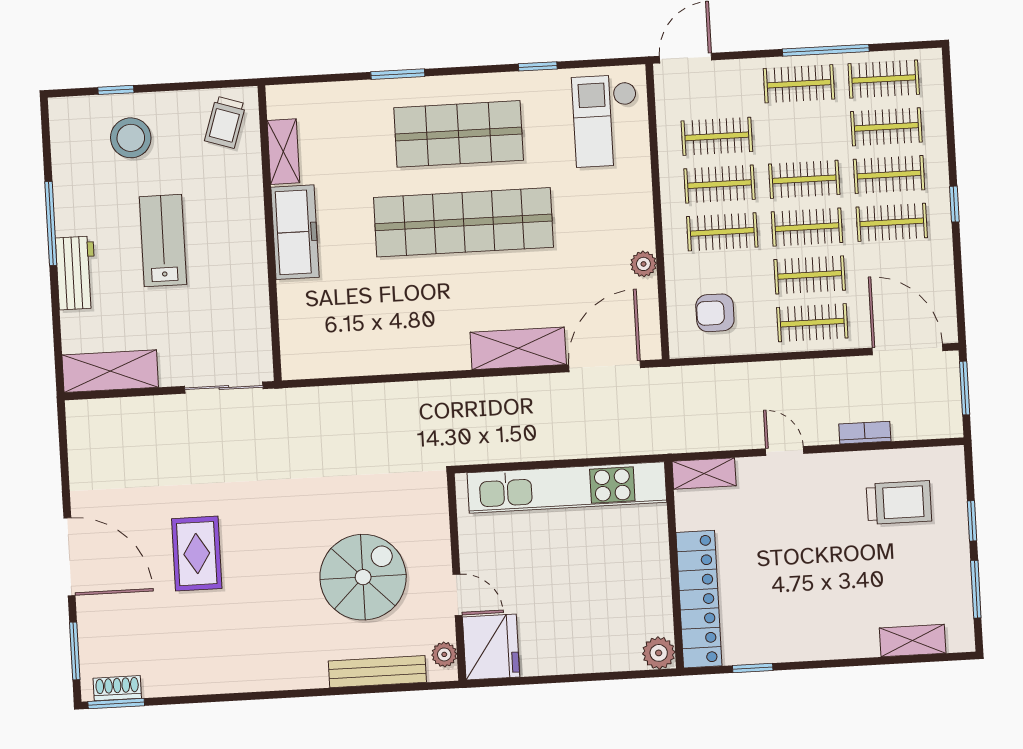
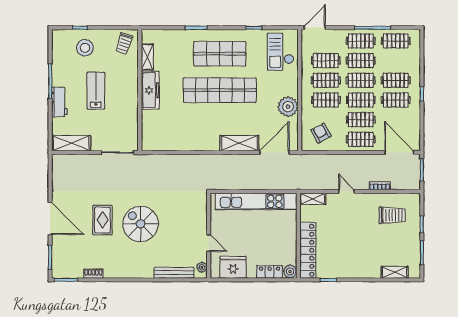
clothes rail: (886, 127) -> (361, 61), moved
plant: (643, 264) -> (288, 107), width x1.87, depth x1.87
armchair: (715, 313) -> (321, 133), turned 62
spiral stairs: (363, 577) -> (141, 224), moved, turned -90
fridge: (491, 647) -> (233, 267), moved, turned -90
locker: (609, 657) -> (270, 272), added
shoe rack: (117, 688) -> (93, 274), moved

